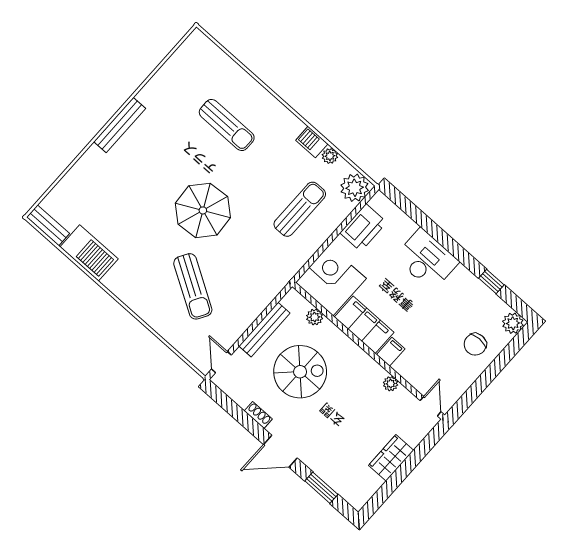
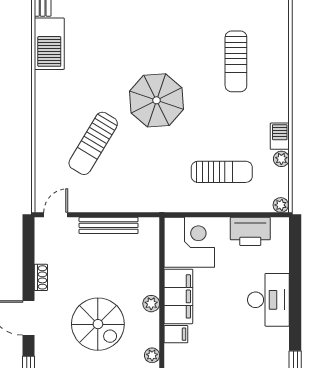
plant: (355, 188) -> (281, 205), width x0.53, depth x0.53
plant: (315, 317) -> (151, 304), moved
spiral stairs: (300, 372) -> (98, 324), moved

